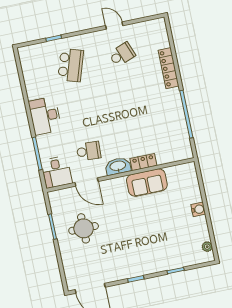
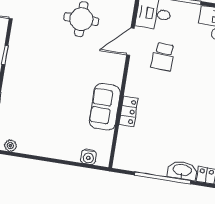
washbasin: (118, 166) -> (182, 170), moved, turned -90
water cooler: (198, 209) -> (89, 157), moved

